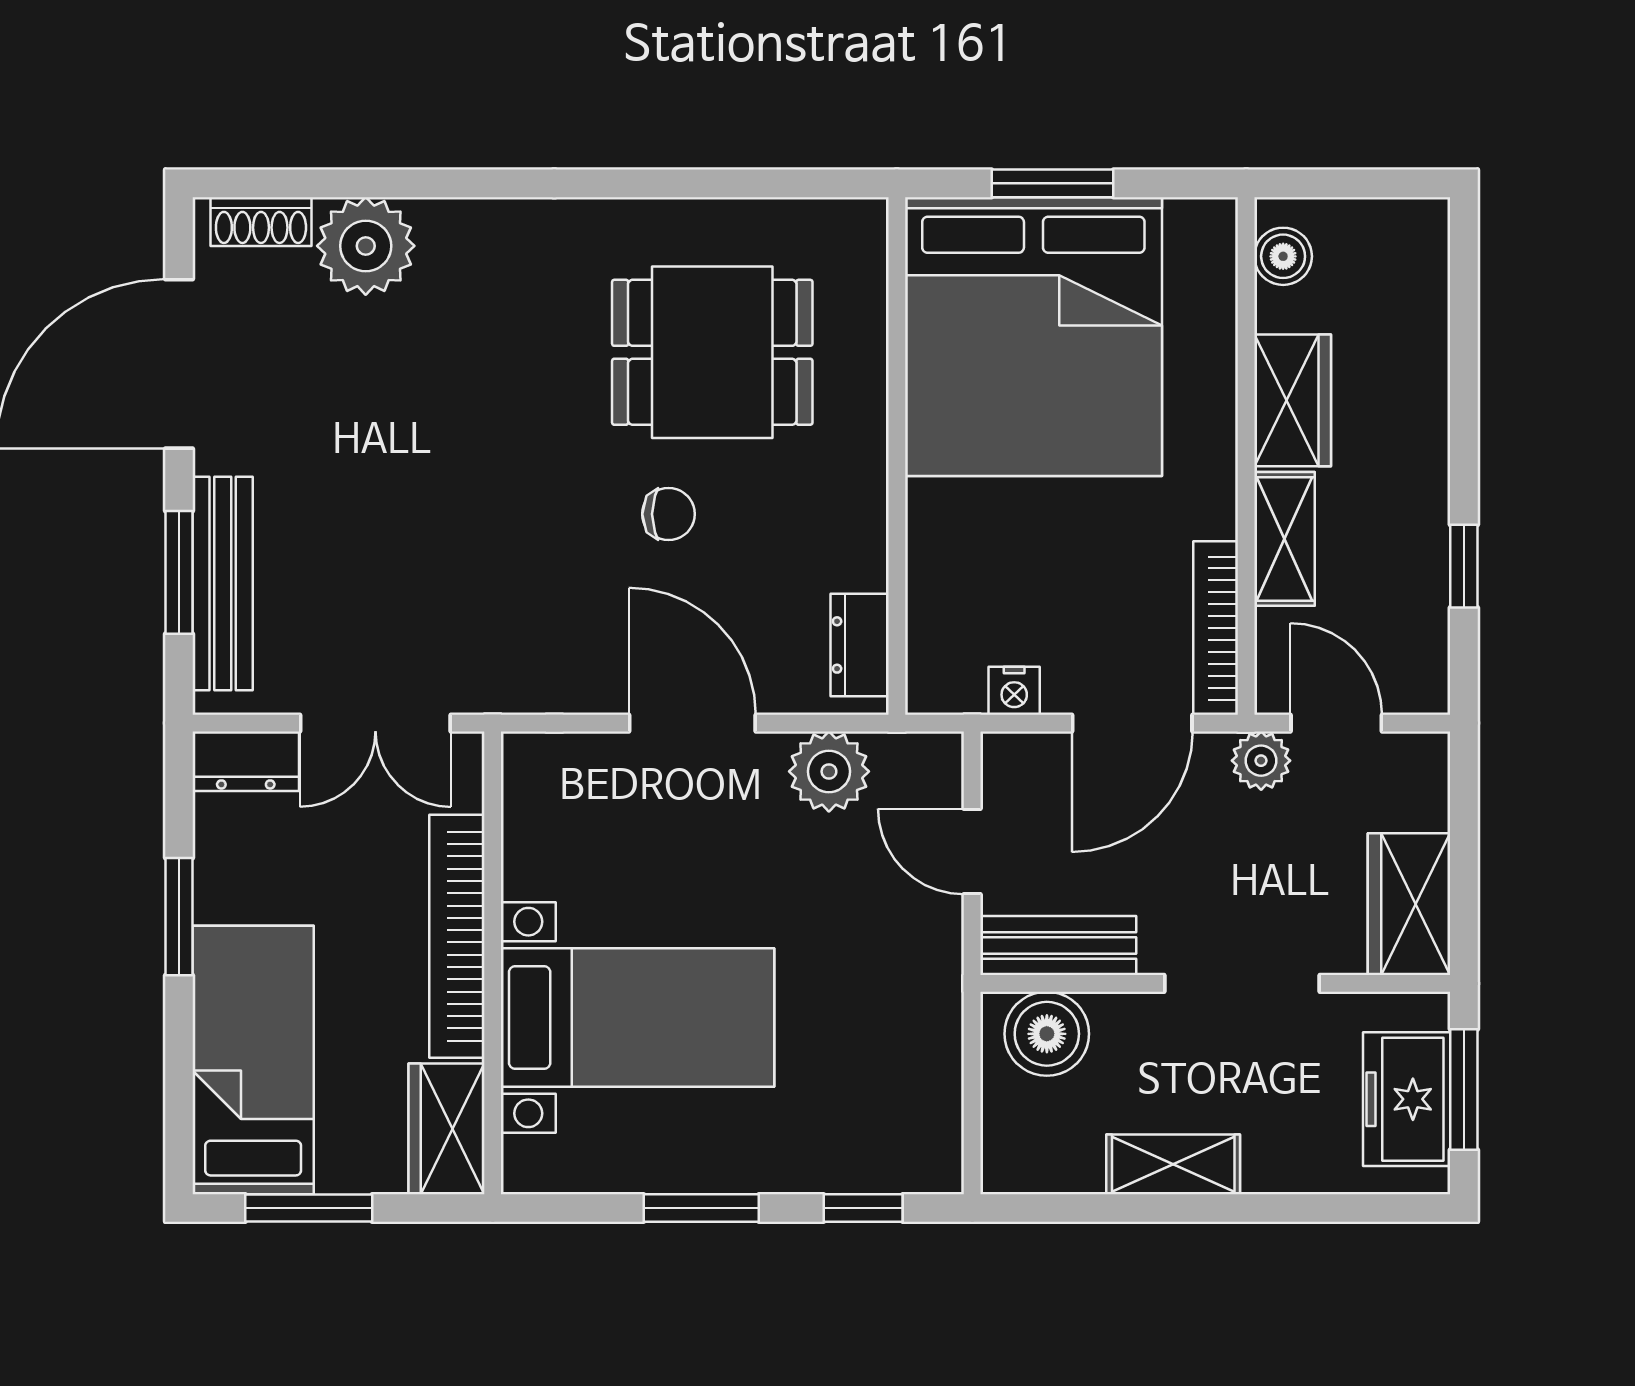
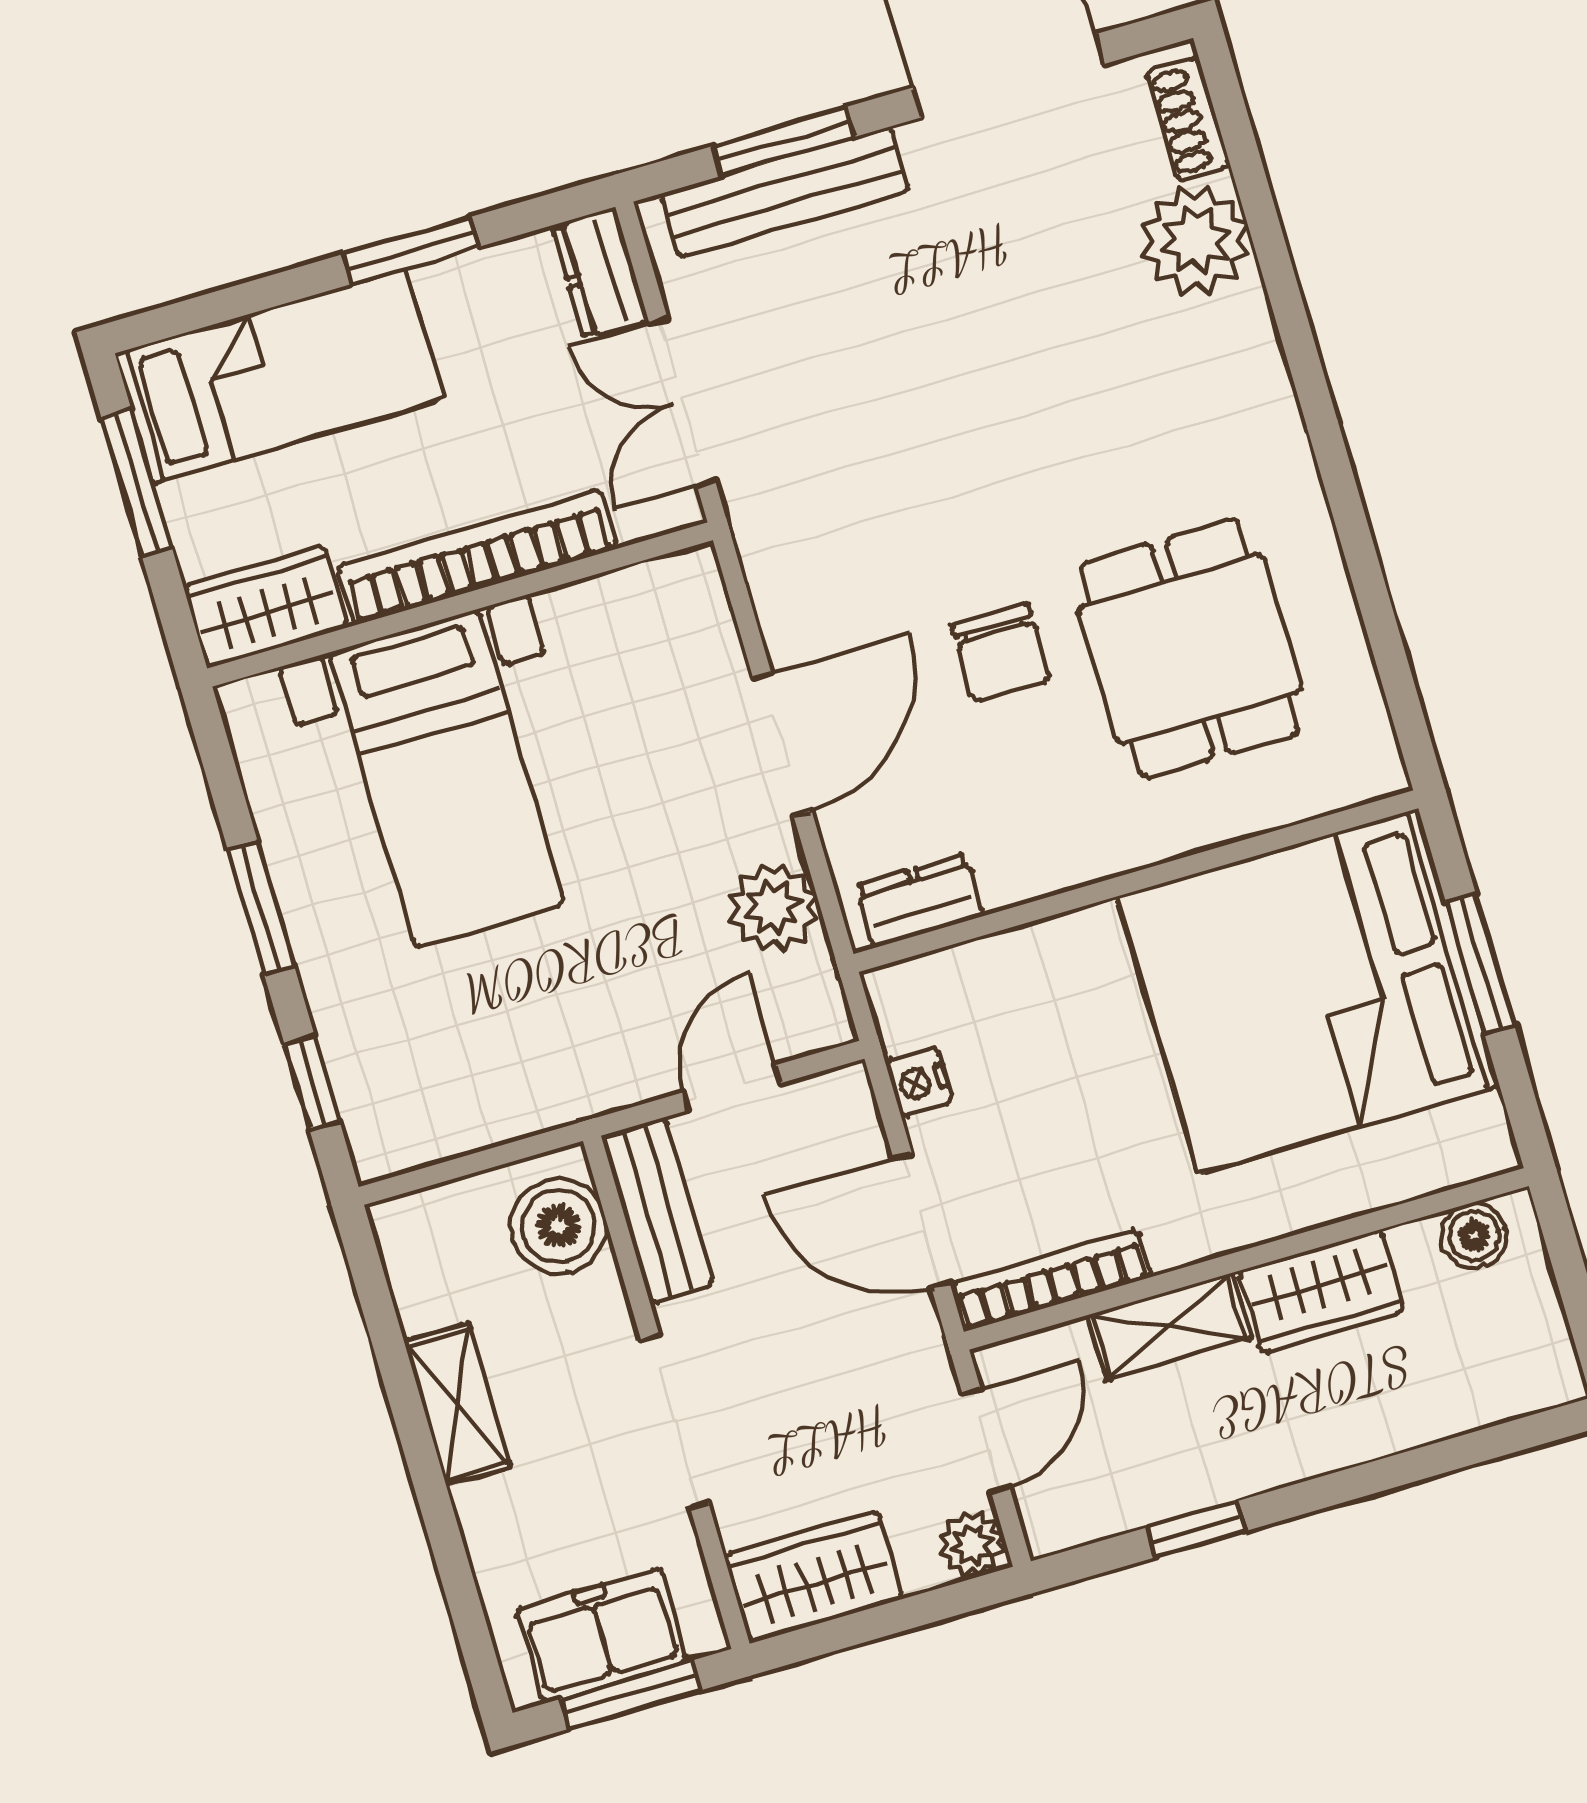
chair: (669, 514) -> (1001, 653), width x1.37, depth x1.37
plant: (1261, 761) -> (972, 1544), moved

